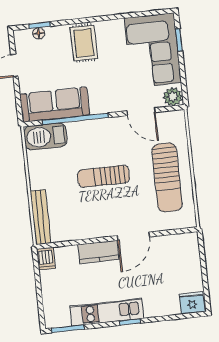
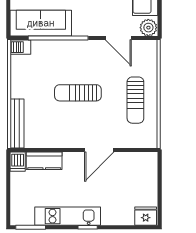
barbecue: (45, 136) -> (20, 47), width x0.53, depth x0.65
sun lounger: (167, 177) -> (135, 100), width x0.73, depth x0.75
kitchen counter: (98, 252) -> (44, 161), moved

